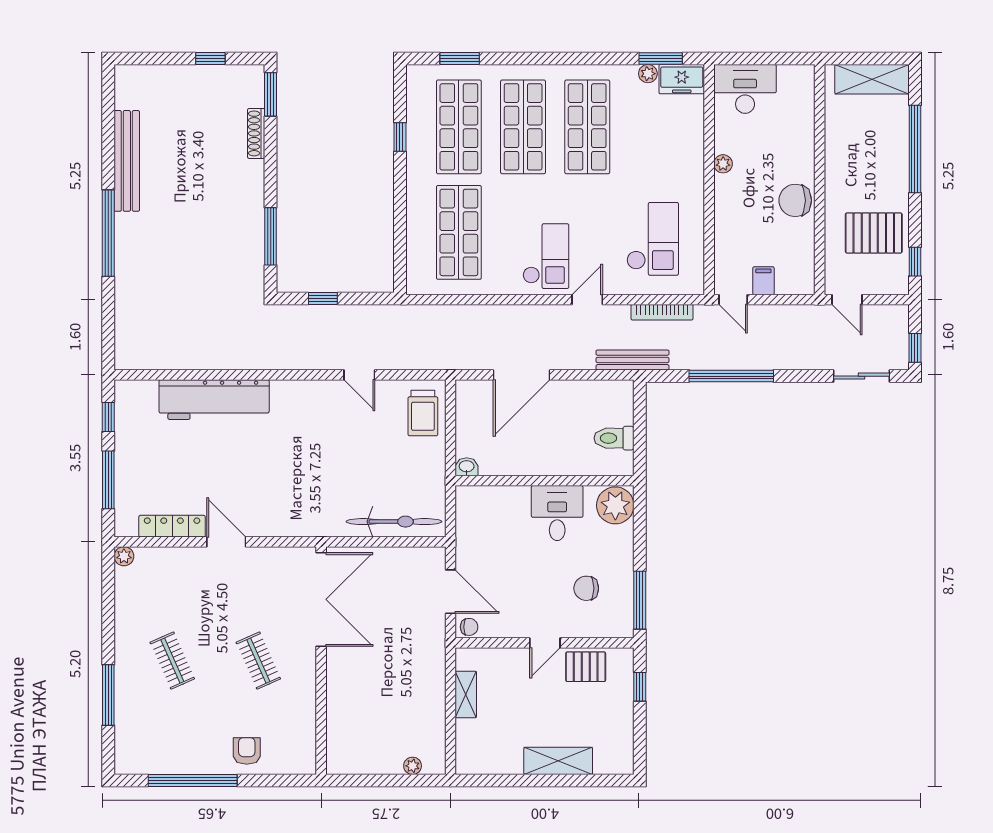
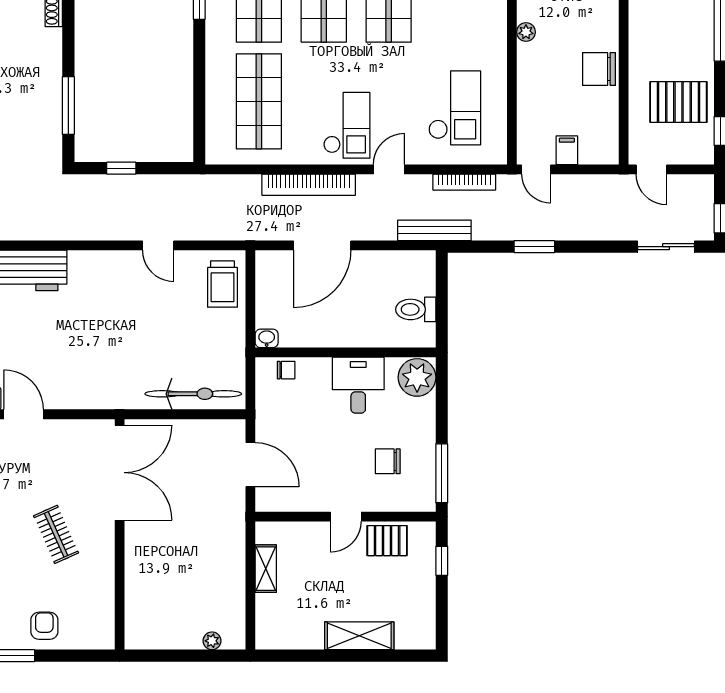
bookcase: (508, 315) -> (309, 185), added
window: (731, 376) -> (534, 247), width x0.47
chair: (469, 627) -> (286, 370), moved

